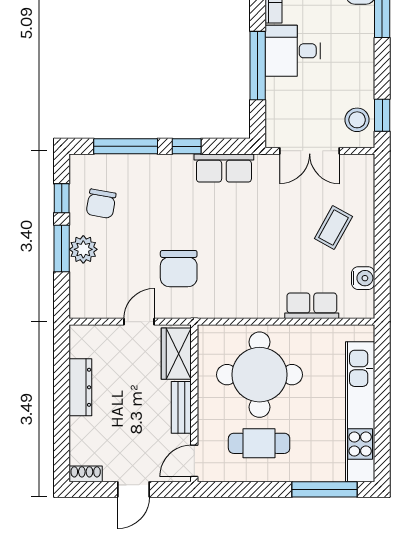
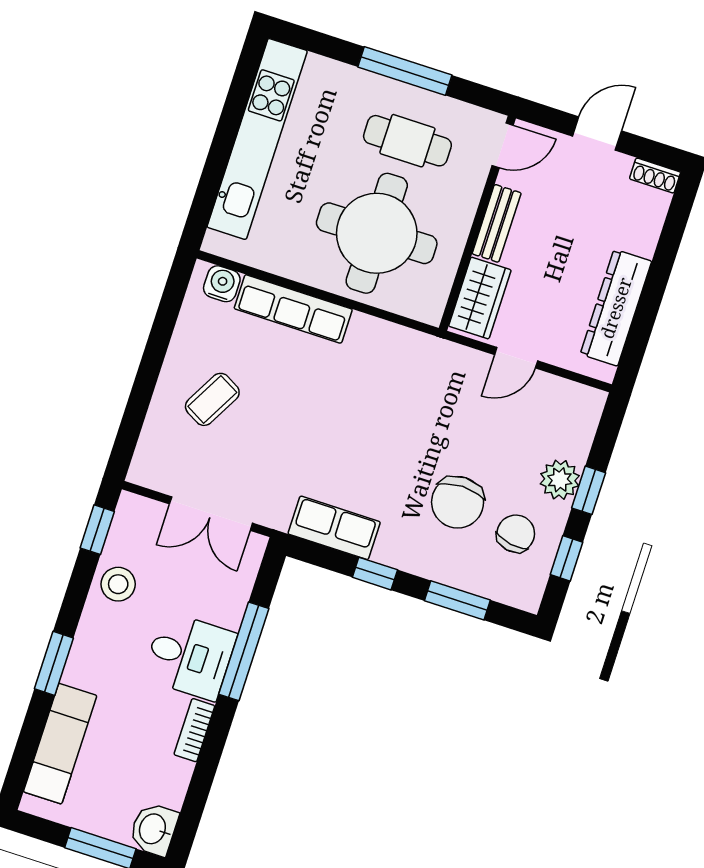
stool: (357, 120) -> (118, 584), moved
window: (126, 146) -> (457, 600), width x0.69
double door: (310, 151) -> (211, 514), swing flipped
window: (62, 249) -> (589, 490), width x0.67
chair: (179, 269) -> (458, 502), moved, turned 180
water cooler: (363, 278) -> (222, 284), moved, turned 90
row of seats: (312, 306) -> (293, 309), width x1.48
dresser: (80, 387) -> (616, 308), width x1.37, depth x1.24
window: (325, 489) -> (405, 71), moved

